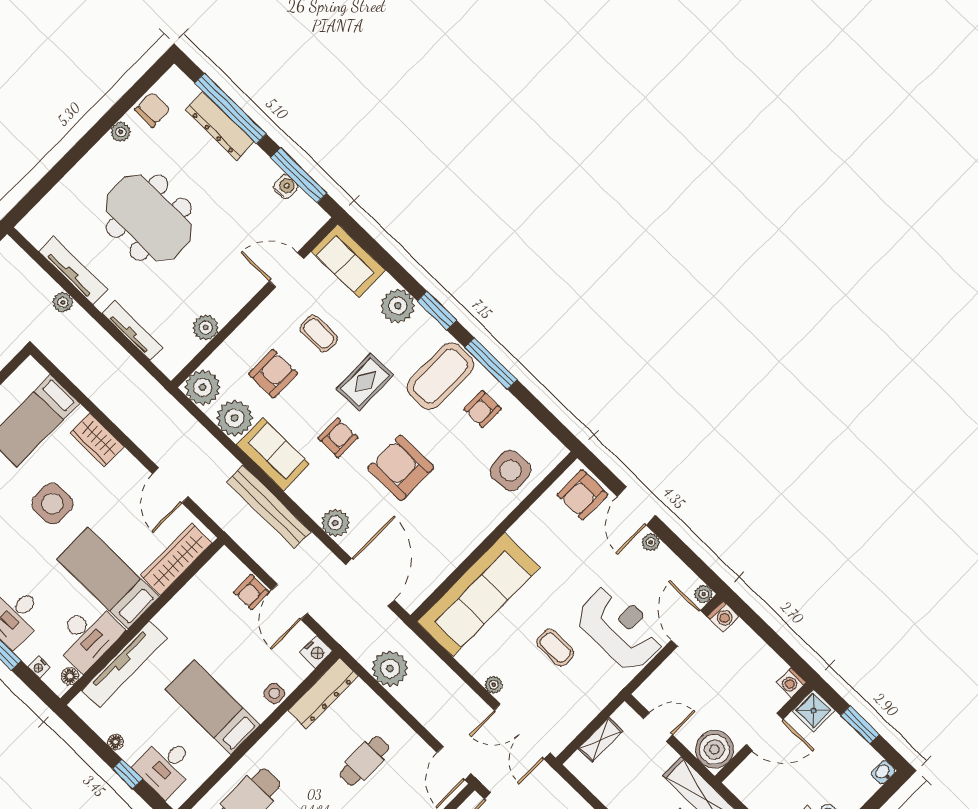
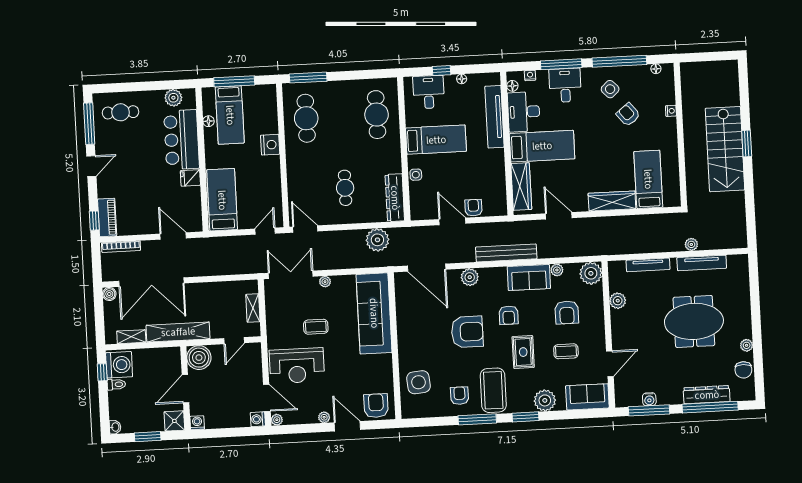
plant: (235, 418) -> (557, 270), width x0.53, depth x0.53
wardrobe: (97, 440) -> (612, 201), width x1.50
side table: (52, 504) -> (601, 152), removed
nightstand: (316, 652) -> (417, 212), removed

